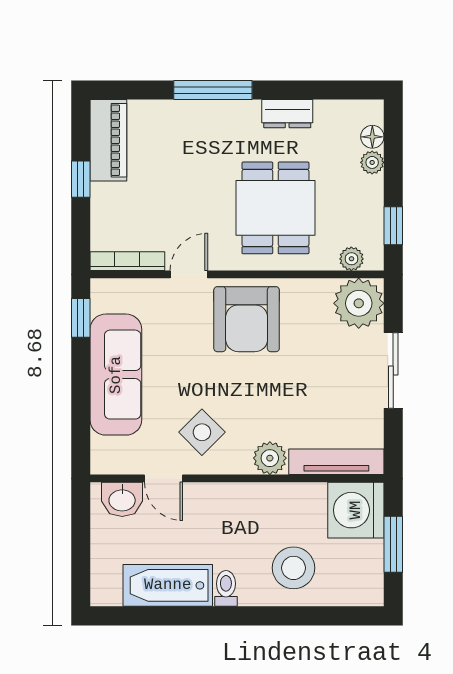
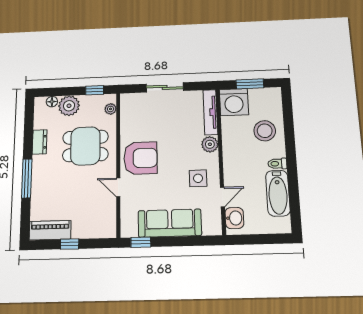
plant: (372, 162) -> (69, 106), width x1.88, depth x1.88
bookcase: (127, 261) -> (112, 219), removed
plant: (359, 303) -> (132, 105), removed
side table: (202, 432) -> (198, 178), turned 45

